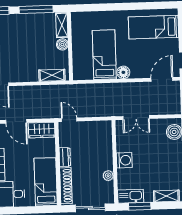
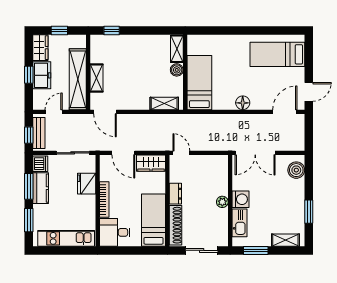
window: (36, 9) -> (149, 31), removed
bed: (104, 55) -> (199, 83), moved
double door: (136, 117) -> (255, 153), width x1.37
plant: (108, 176) -> (222, 202), moved
kitchen sink: (131, 196) -> (240, 223), moved, turned 90

